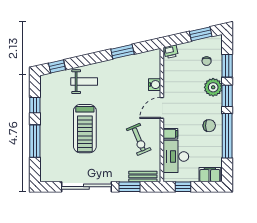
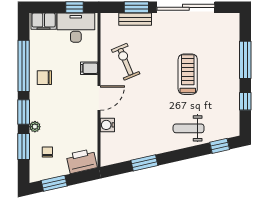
printer: (171, 52) -> (82, 161), width x1.87, depth x1.48
plant: (213, 87) -> (35, 127), width x0.53, depth x0.53
treadmill: (85, 129) -> (188, 74), width x0.73, depth x0.73
desk: (176, 156) -> (76, 28), moved, turned -90
bench: (143, 176) -> (135, 19), moved

